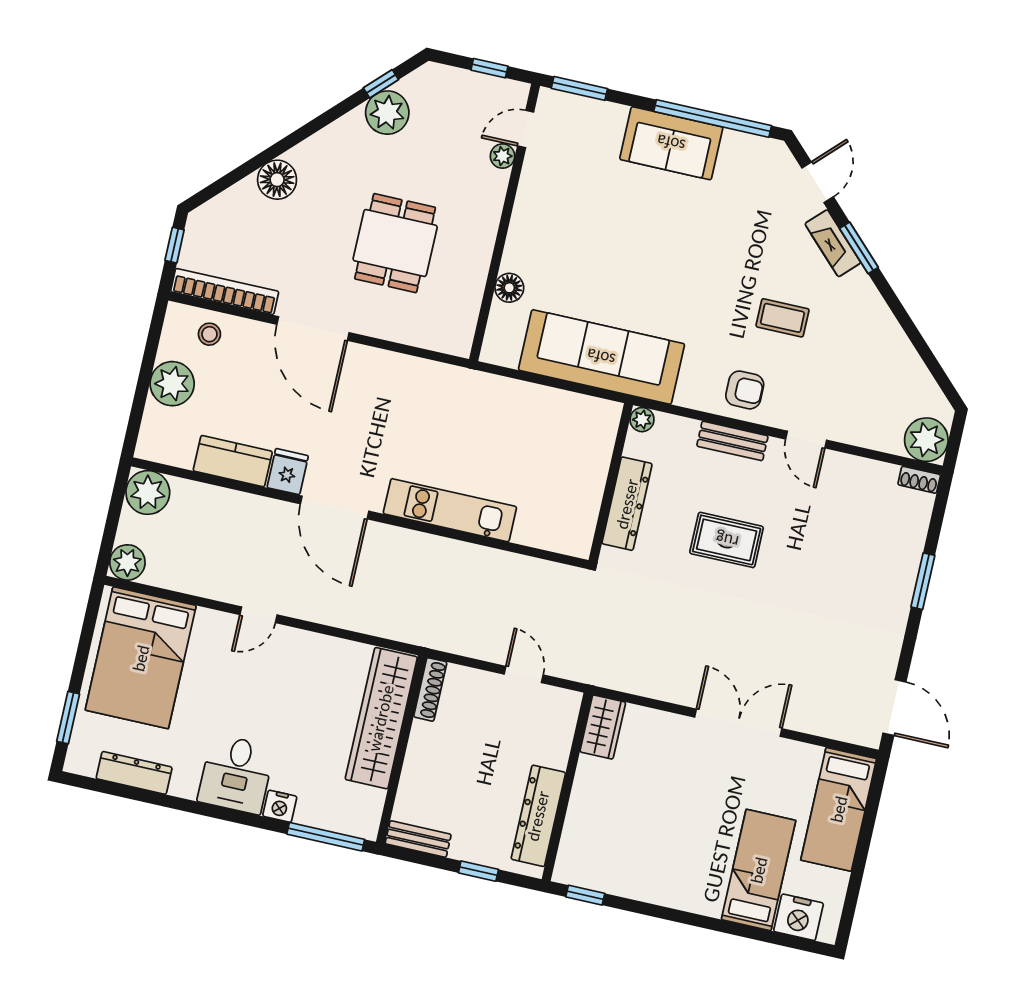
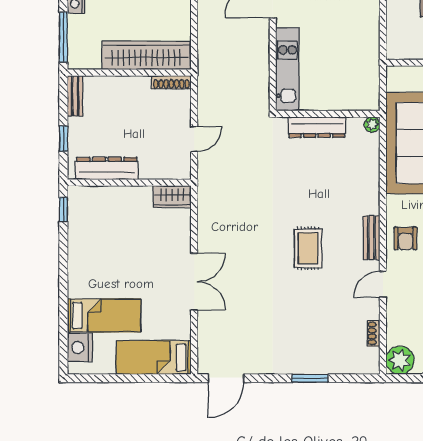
plant: (642, 420) -> (372, 125), moved
shoe rack: (919, 480) -> (374, 333), moved
wall: (611, 483) -> (328, 114), moved
dresser: (627, 504) -> (317, 127), moved

